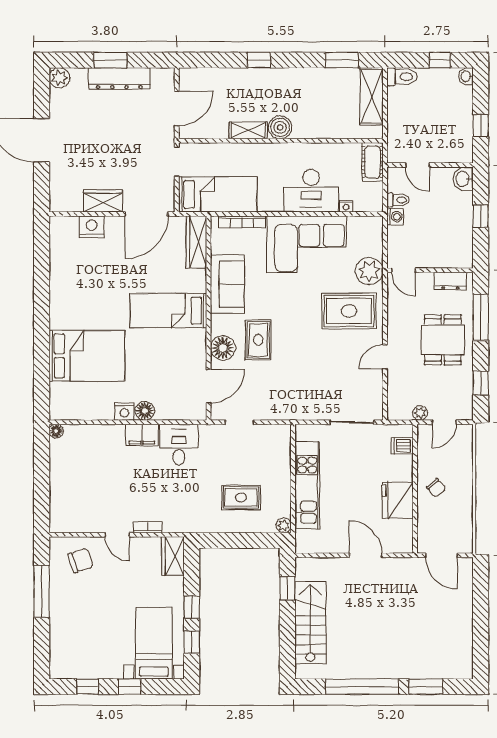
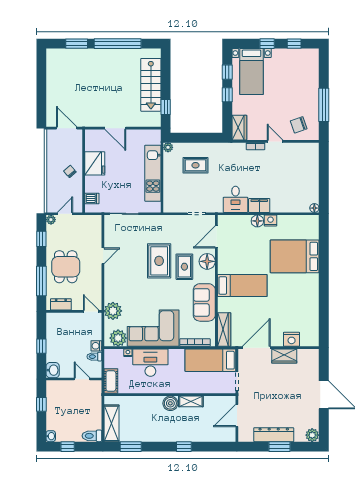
plant: (361, 229) -> (118, 338), added
rug: (349, 311) -> (159, 261), moved, turned 90
plant: (420, 413) -> (51, 220), moved

